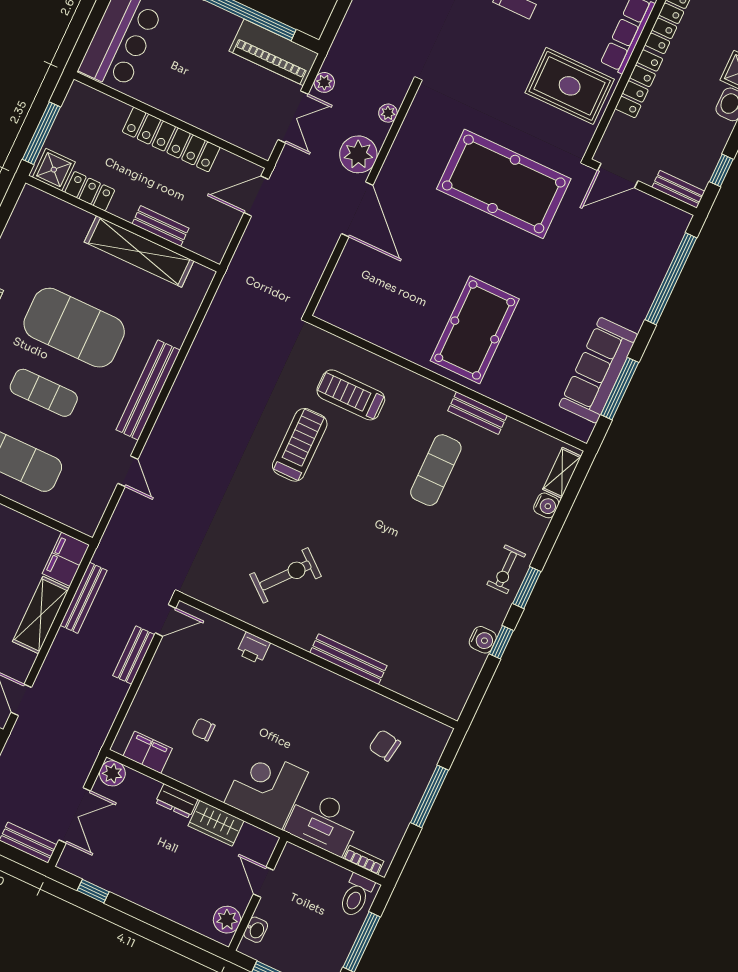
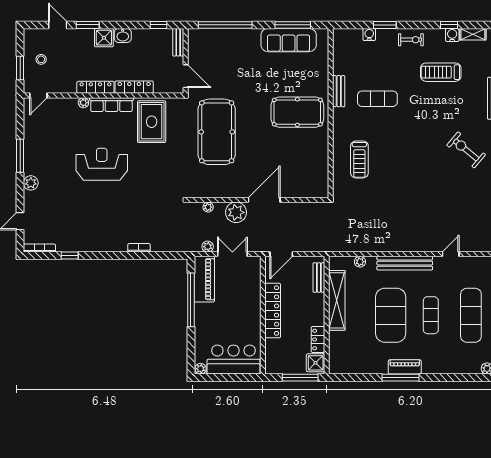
door: (256, 196) -> (281, 254), hinge flipped
bench: (161, 226) -> (319, 277), moved
plant: (184, 318) -> (360, 262), added
treadmill: (300, 445) -> (441, 72), moved
shelving: (562, 473) -> (473, 34), moved
window: (527, 588) -> (385, 25), moved

